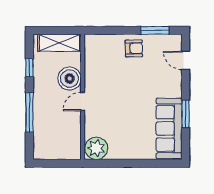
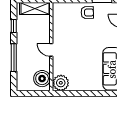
boiler: (70, 79) -> (42, 79), moved
door: (83, 102) -> (51, 50), hinge flipped

